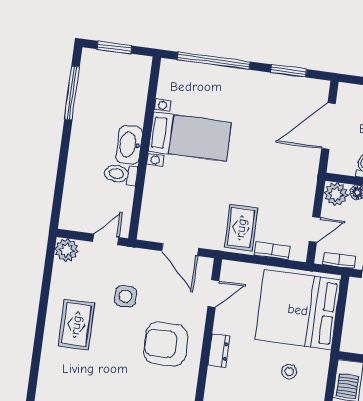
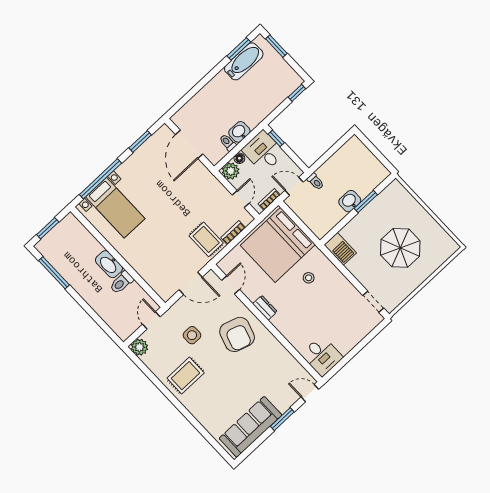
bed with nightstands: (190, 137) -> (115, 208), moved, turned 90
rug: (76, 325) -> (186, 376), turned 90
armchair: (166, 344) -> (237, 334), turned -72

